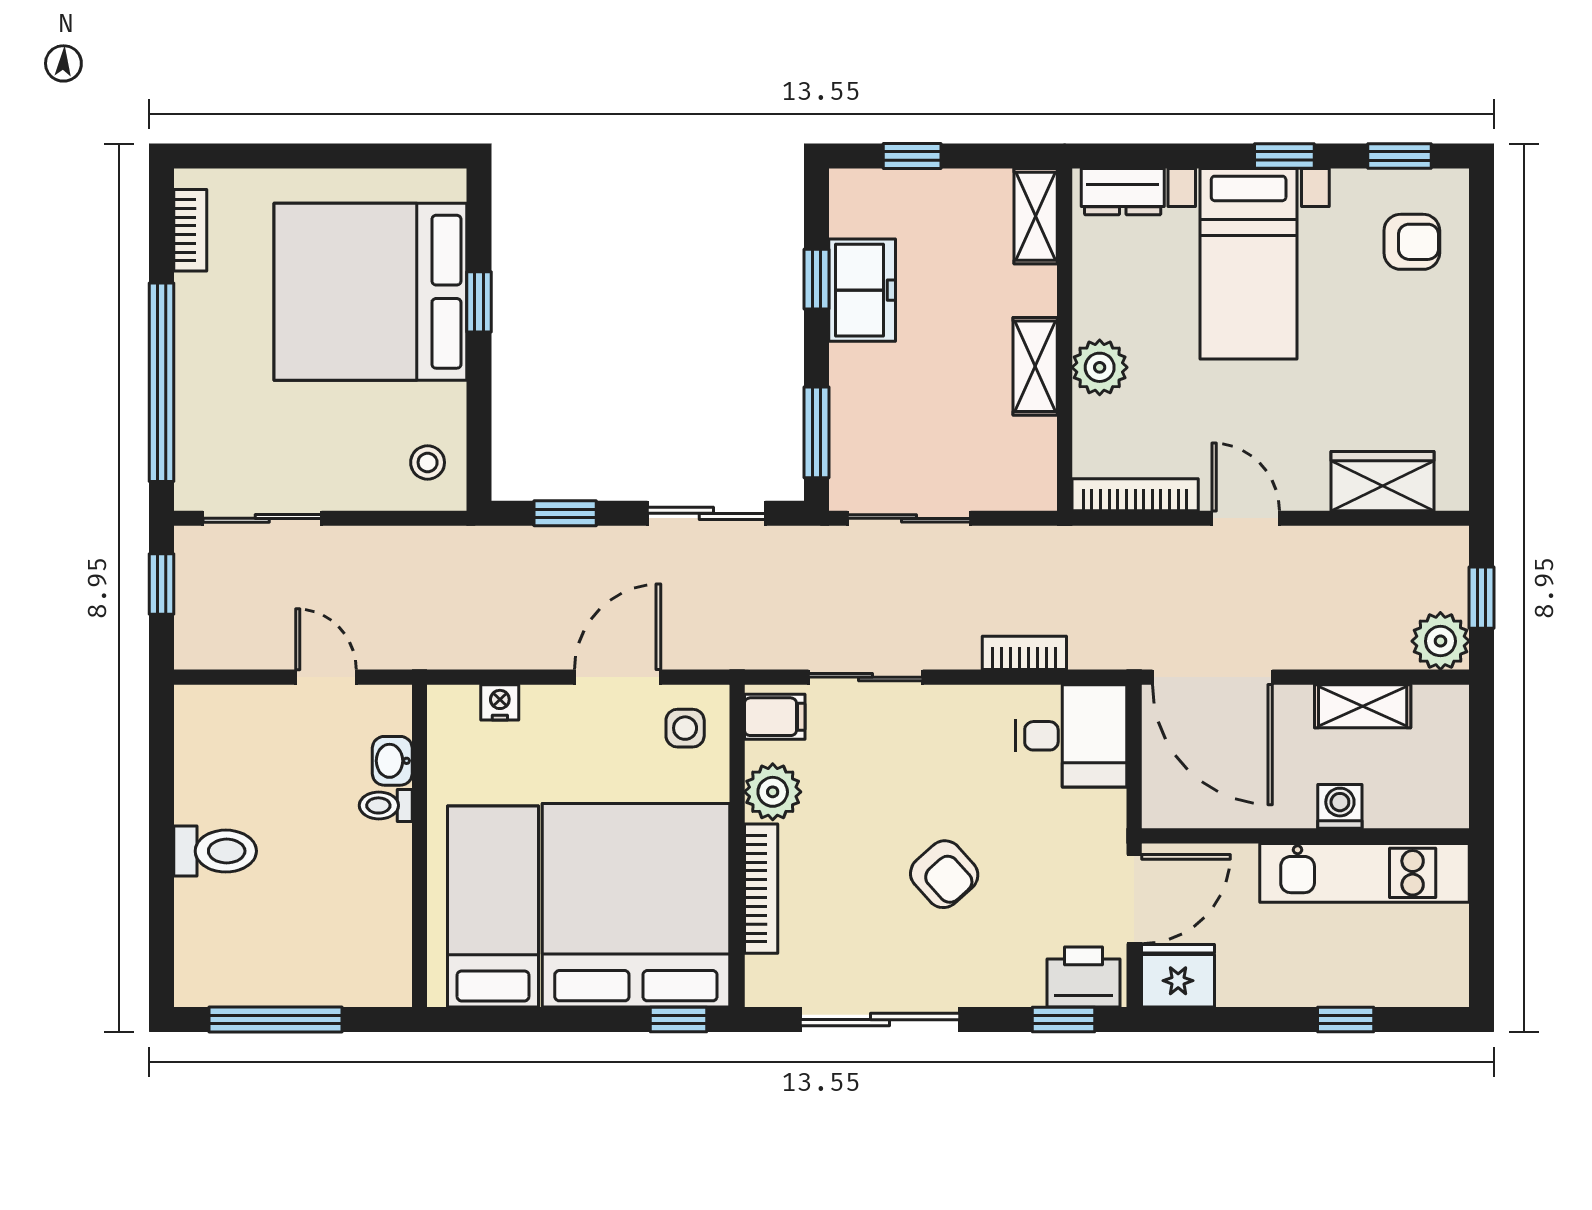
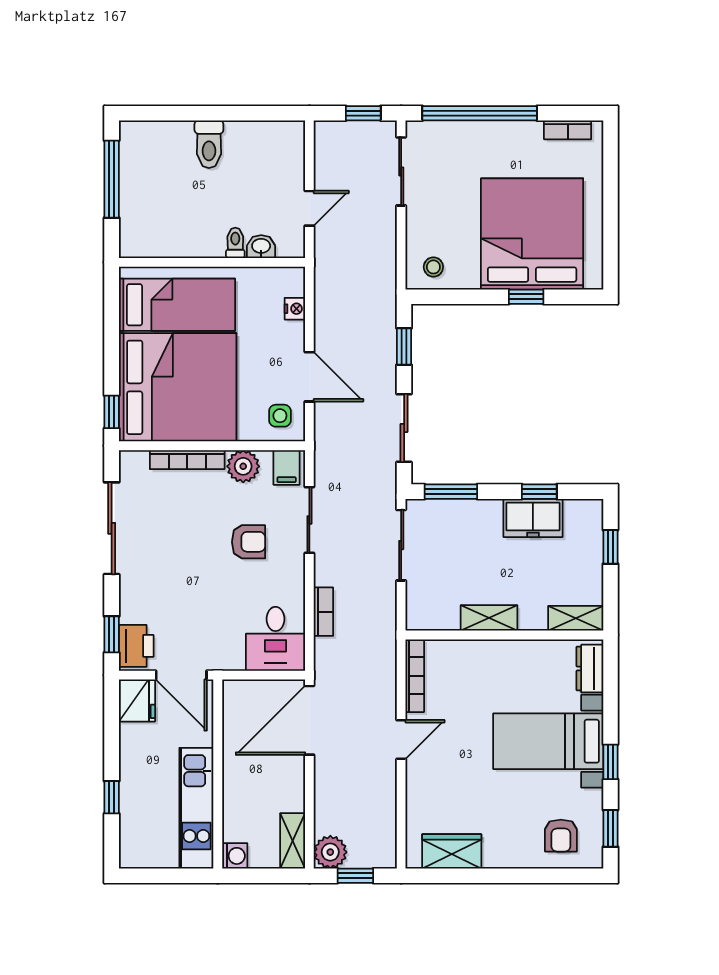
plant: (1100, 367) -> (488, 655), removed
wardrobe: (1383, 481) -> (452, 851), moved, turned -90
shelving: (1363, 706) -> (293, 841), moved
washing machine: (1340, 806) -> (235, 856), moved
armchair: (944, 874) -> (249, 542), moved, turned -138

